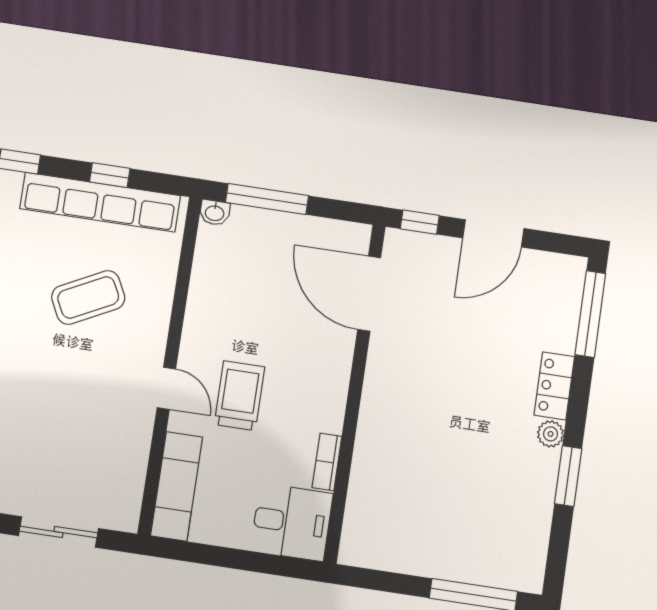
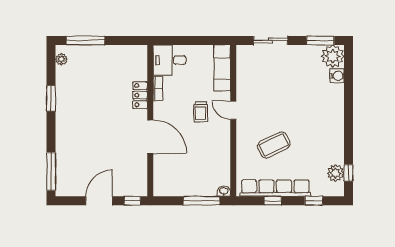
door: (369, 294) -> (150, 136), moved
locker: (554, 386) -> (140, 95), moved, turned 180
trolley: (240, 396) -> (201, 112), width x0.73, depth x0.72
plant: (551, 434) -> (61, 59), moved

